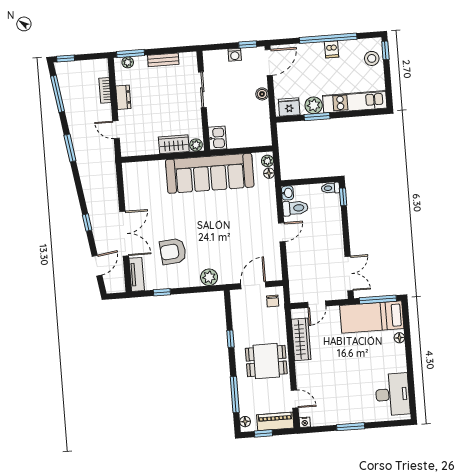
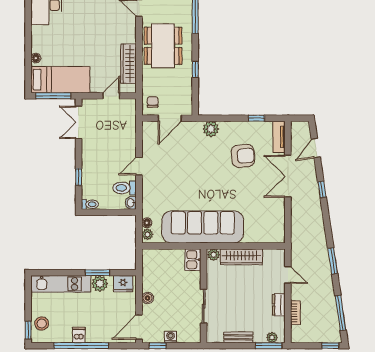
wardrobe: (174, 144) -> (241, 257), width x1.50
window: (343, 197) -> (79, 177), moved
dining table: (266, 361) -> (163, 46), width x1.38

